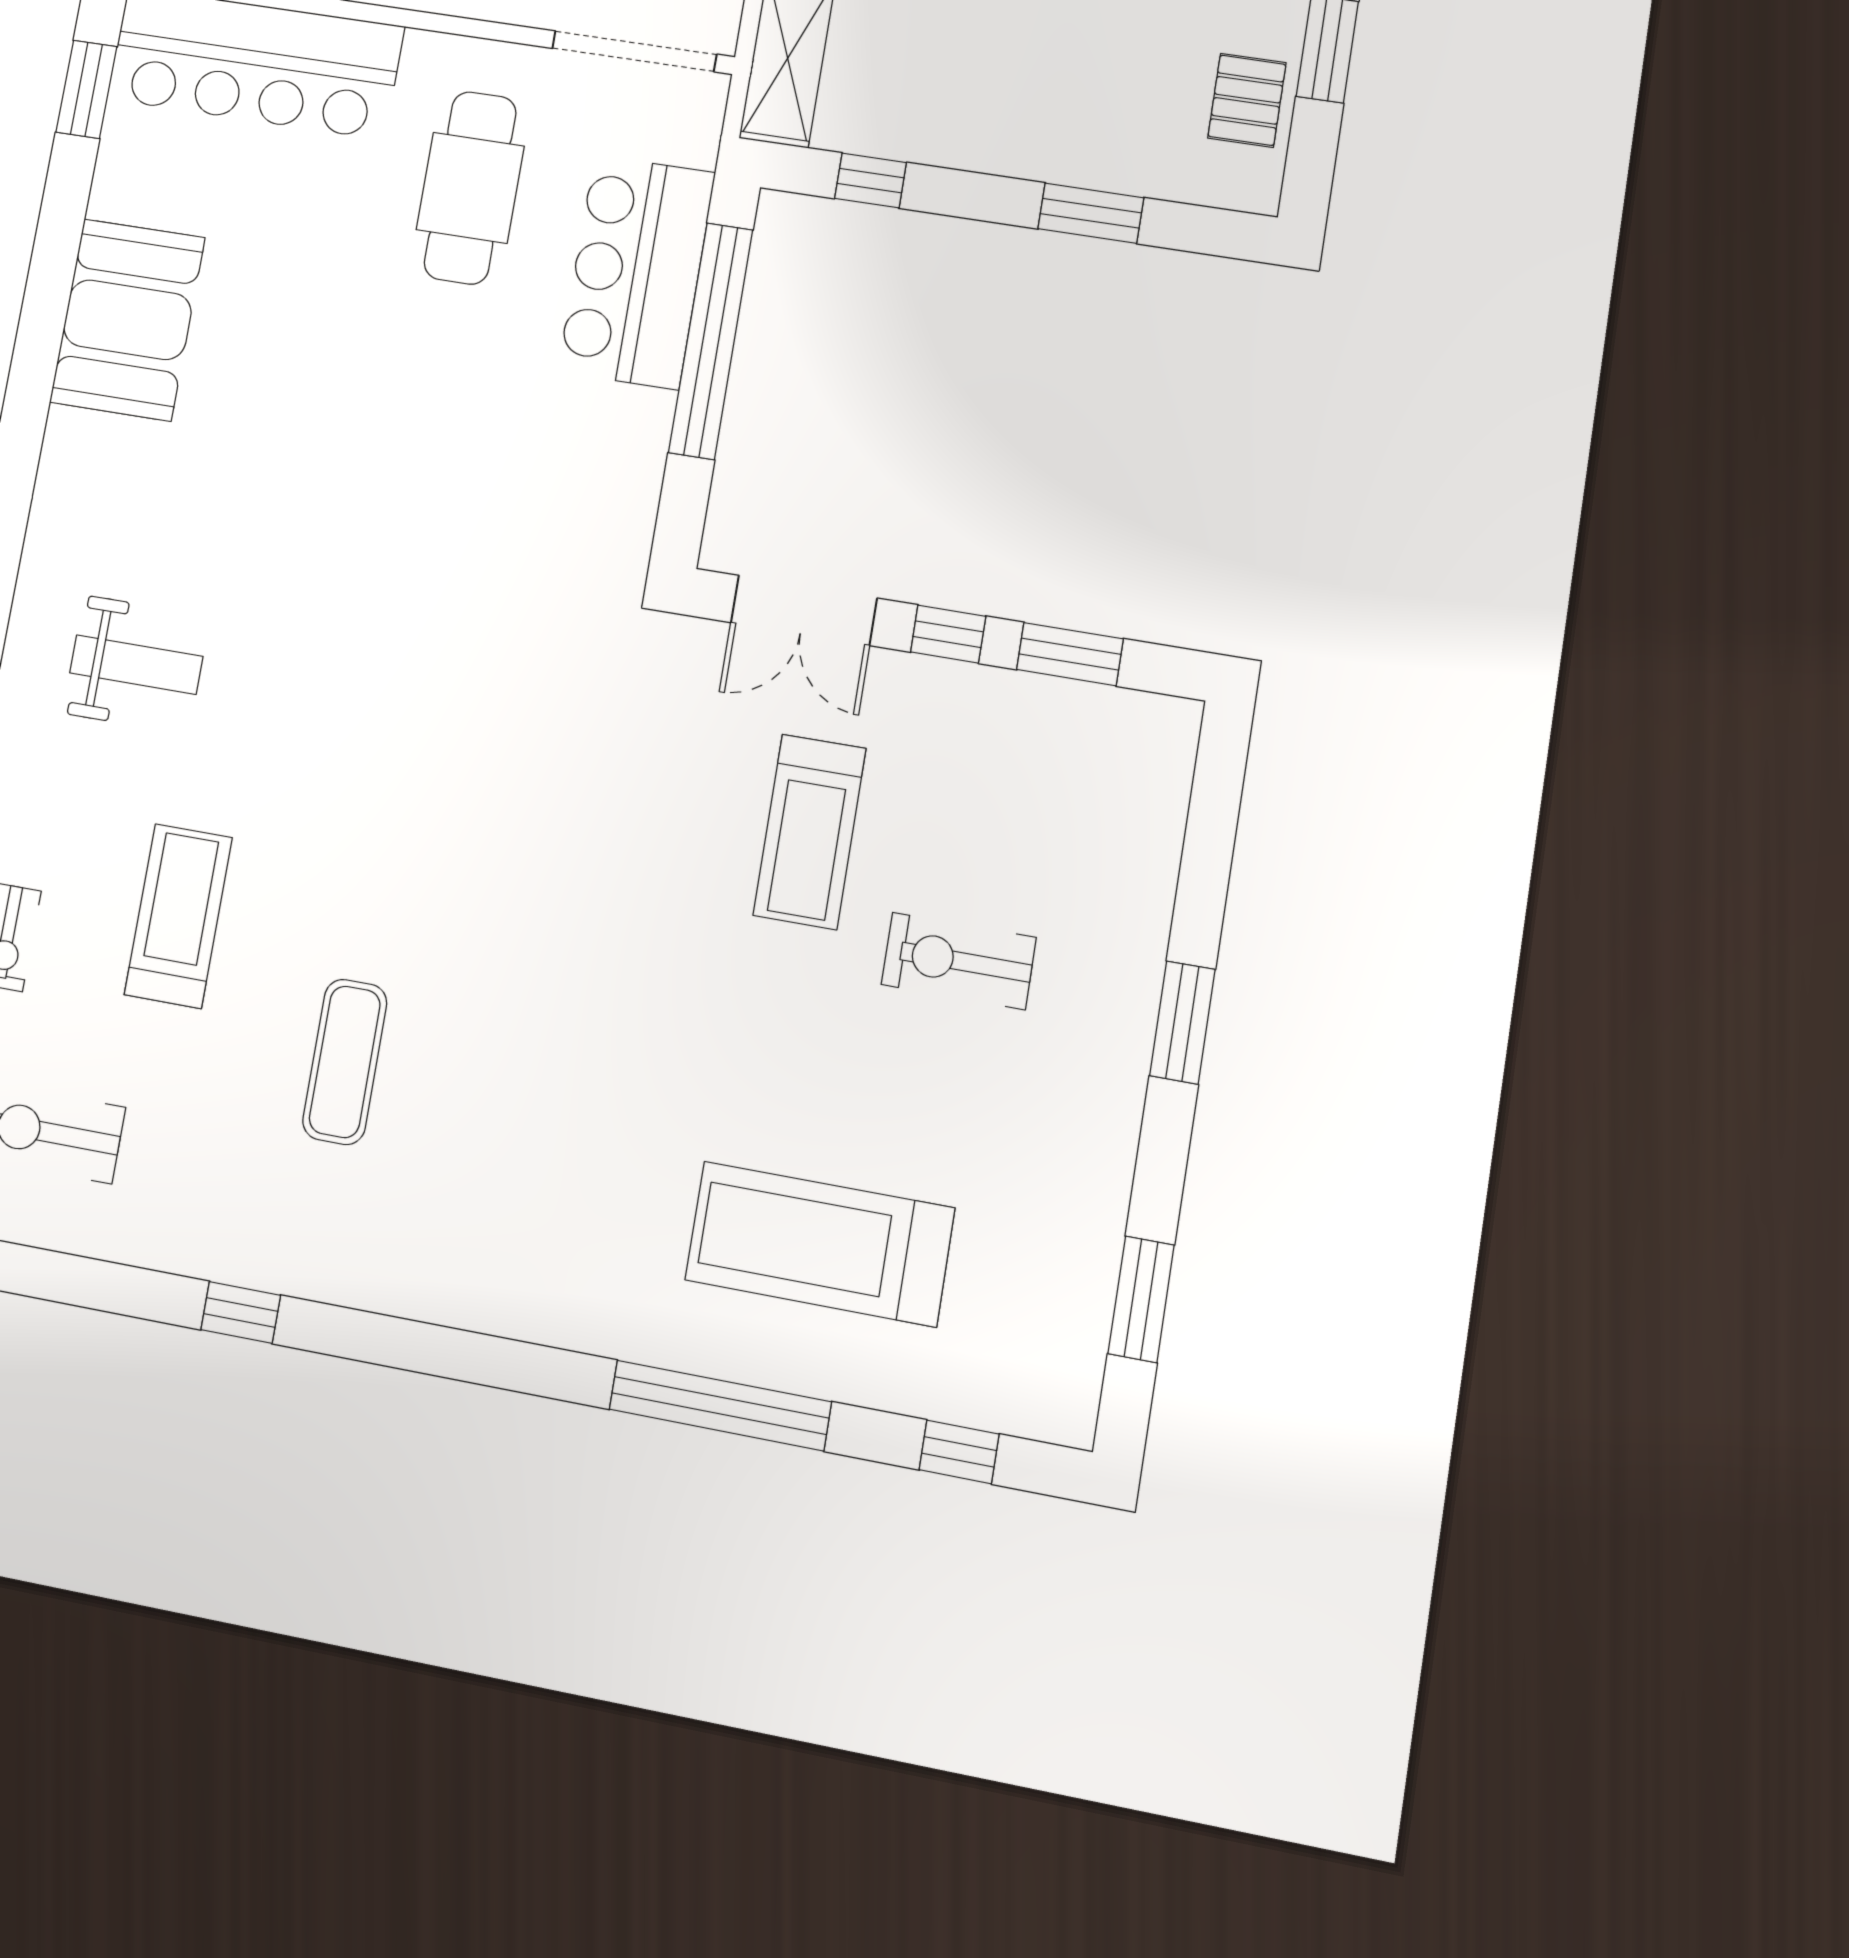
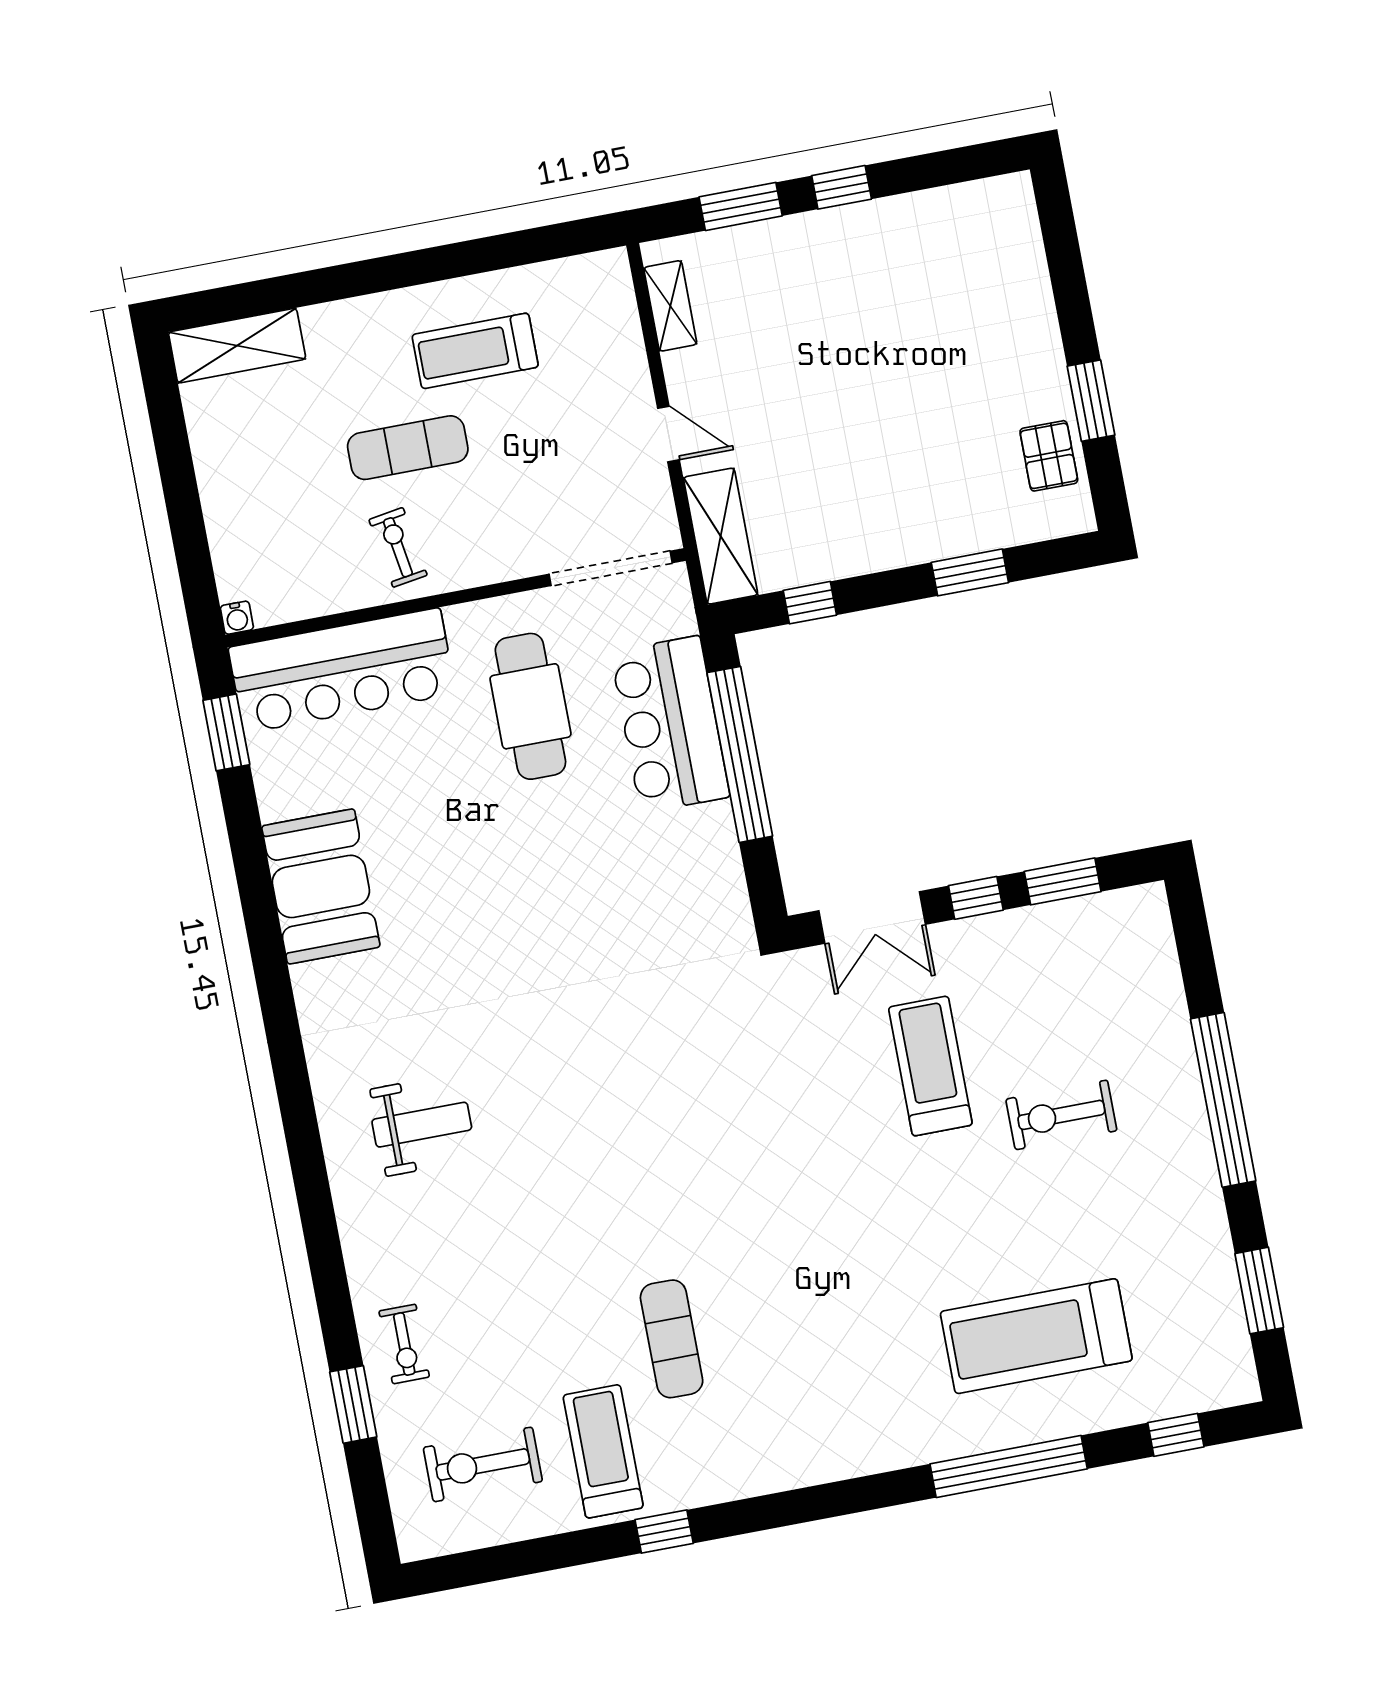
treadmill: (809, 832) -> (930, 1066), turned 180
treadmill: (178, 916) -> (603, 1451), moved
window: (1182, 1023) -> (1223, 1100), width x2.11

